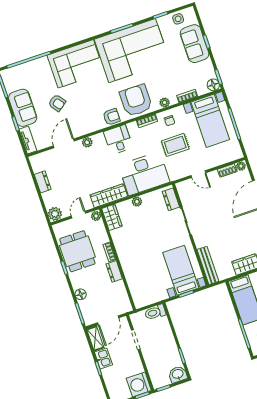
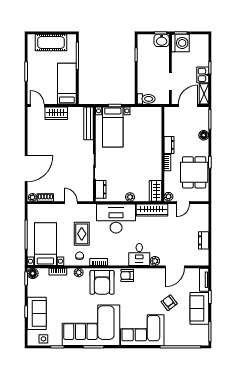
desk: (118, 140) -> (139, 254), moved
rug: (175, 145) -> (82, 234), turned 90
plant: (55, 214) -> (202, 210), removed
washbasin: (178, 374) -> (162, 40), moved

